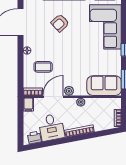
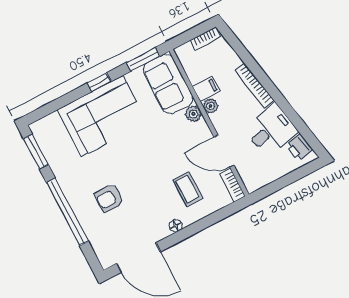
armchair: (60, 23) -> (109, 198), turned 133
corner sofa: (105, 27) -> (102, 116), moved
plant: (69, 91) -> (193, 114), moved
filing cabinet: (28, 104) -> (206, 89), moved

